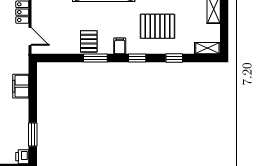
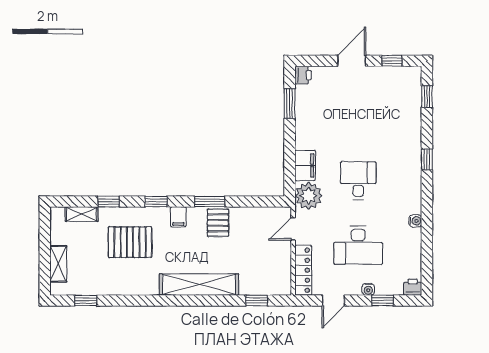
door: (30, 37) -> (293, 229), hinge flipped
shelving: (207, 48) -> (81, 214), moved
plant: (18, 62) -> (309, 196), added

